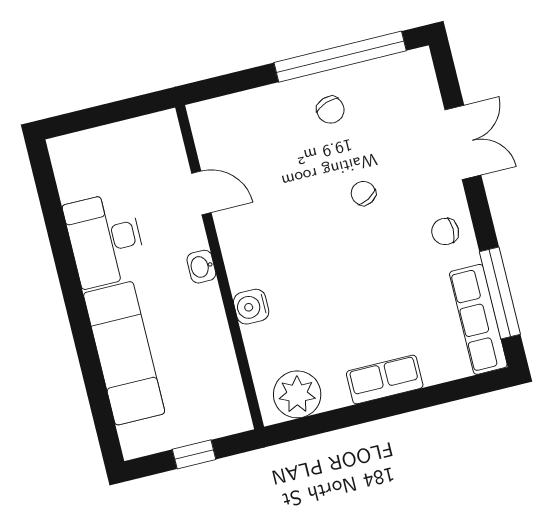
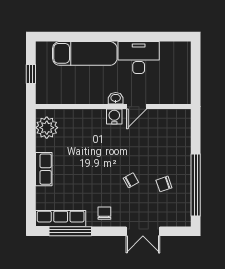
chair: (330, 110) -> (164, 184), moved
door: (201, 193) -> (137, 107), moved
water cooler: (251, 307) -> (114, 116), moved

